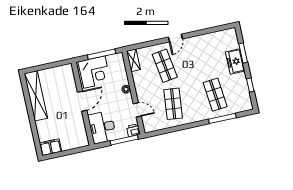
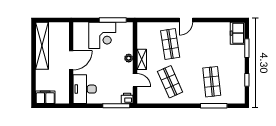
shelving: (133, 60) -> (142, 59), moved
freezer: (235, 61) -> (238, 33), moved
door: (82, 101) -> (71, 60), moved
wall: (83, 104) -> (71, 63), moved
shop shelf: (173, 104) -> (170, 82), turned -30
desk: (102, 127) -> (85, 89), moved

